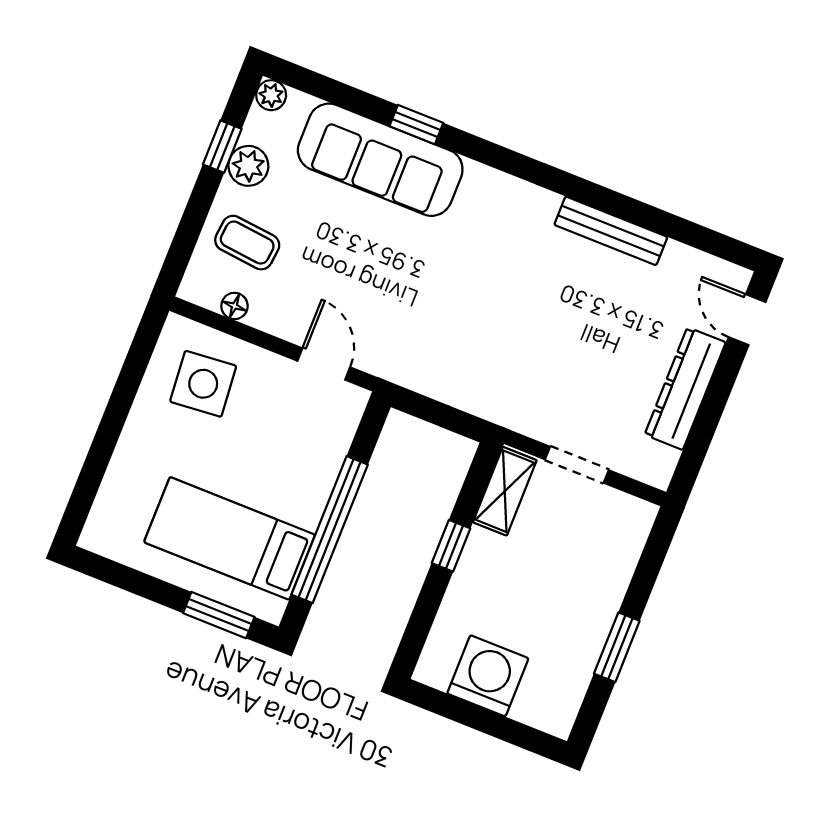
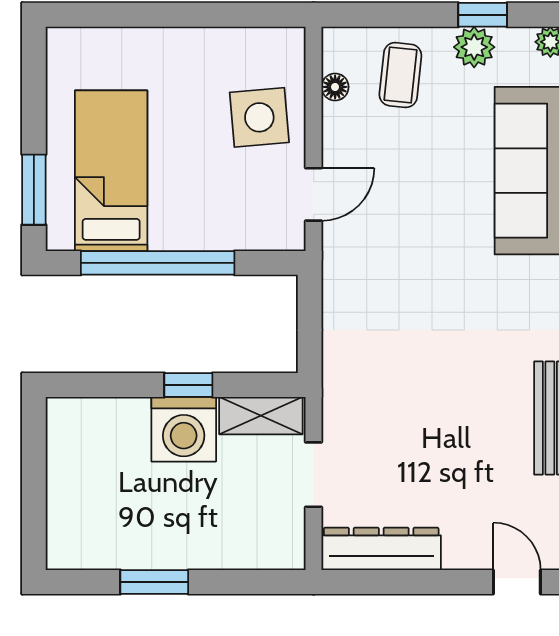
door: (747, 320) -> (517, 582), hinge flipped
side table: (203, 384) -> (259, 117), moved
dresser: (685, 389) -> (381, 549), moved
washing machine: (488, 676) -> (184, 429), moved, turned 90

